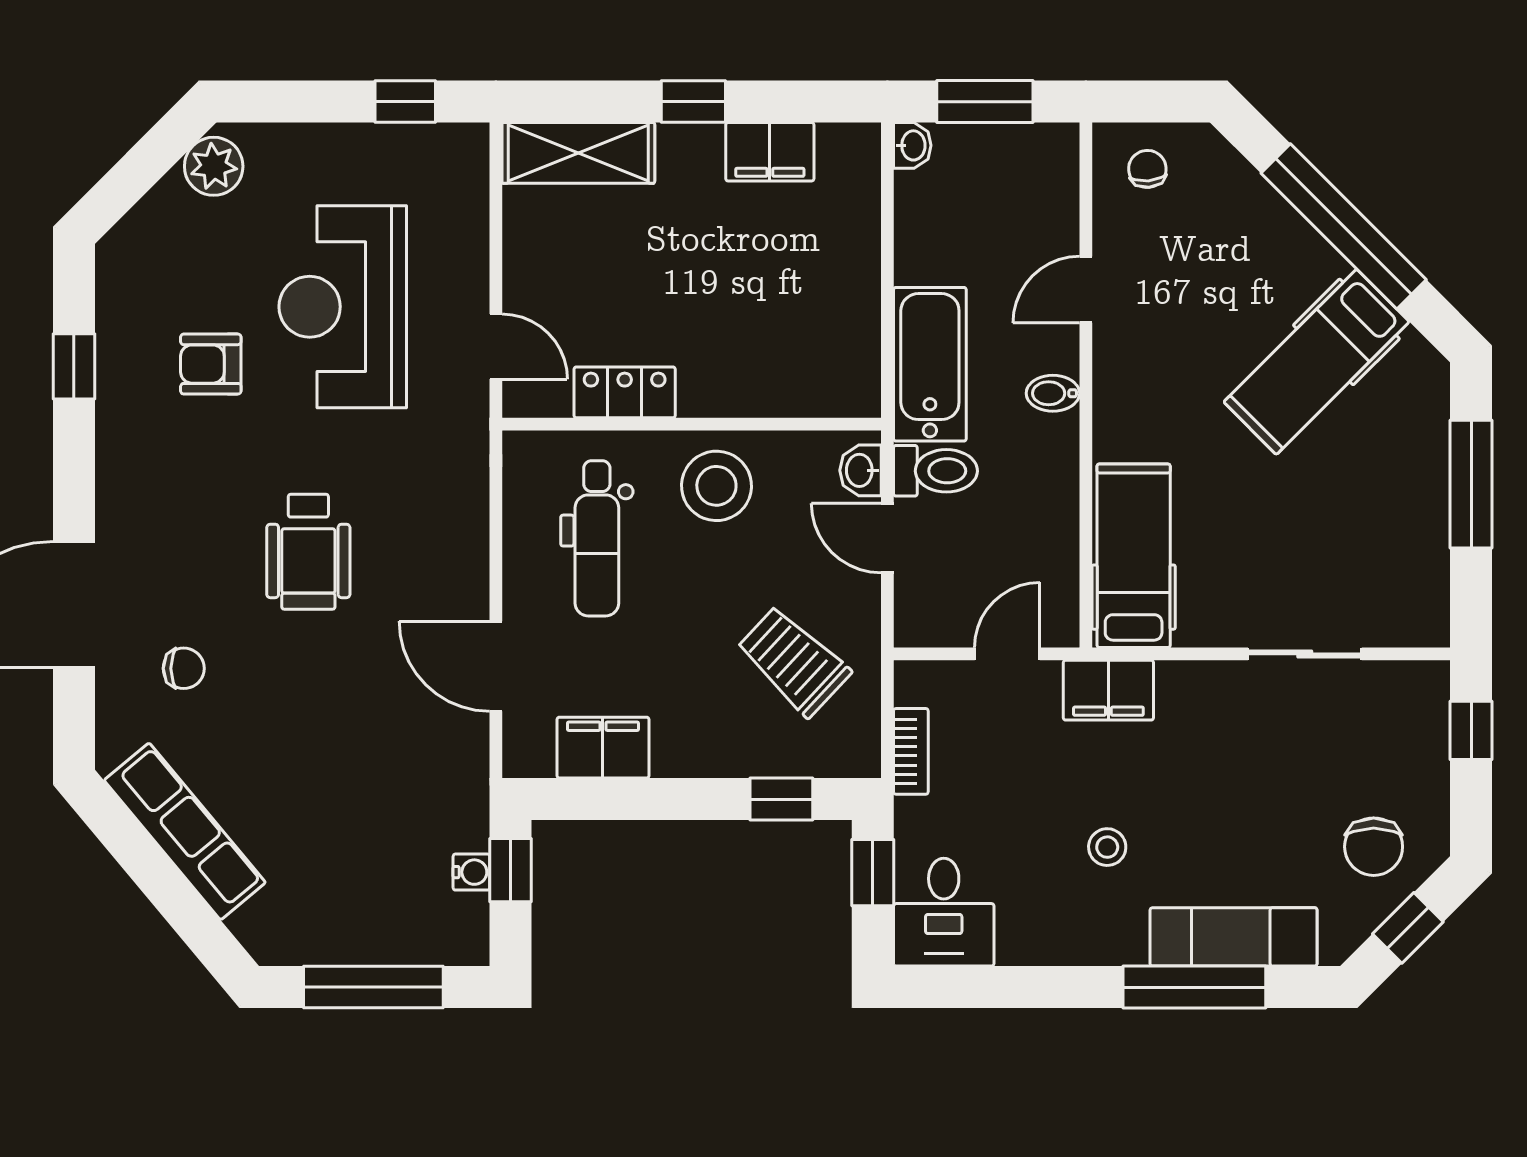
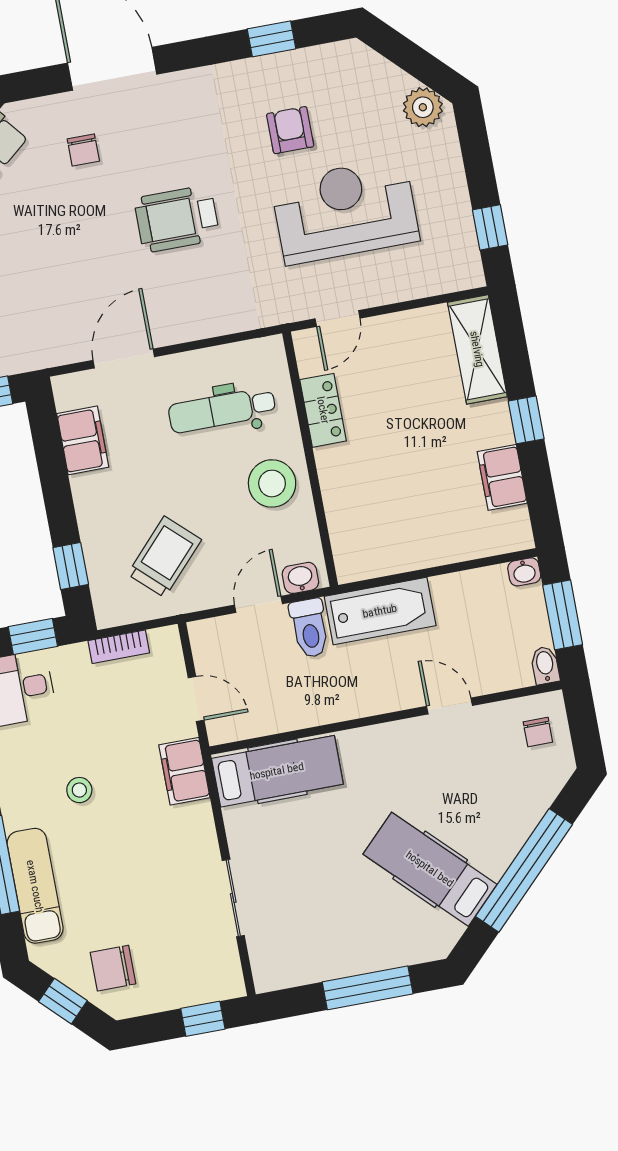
chair: (1147, 169) -> (538, 732), turned 95
bidet: (1053, 393) -> (545, 665), moved

